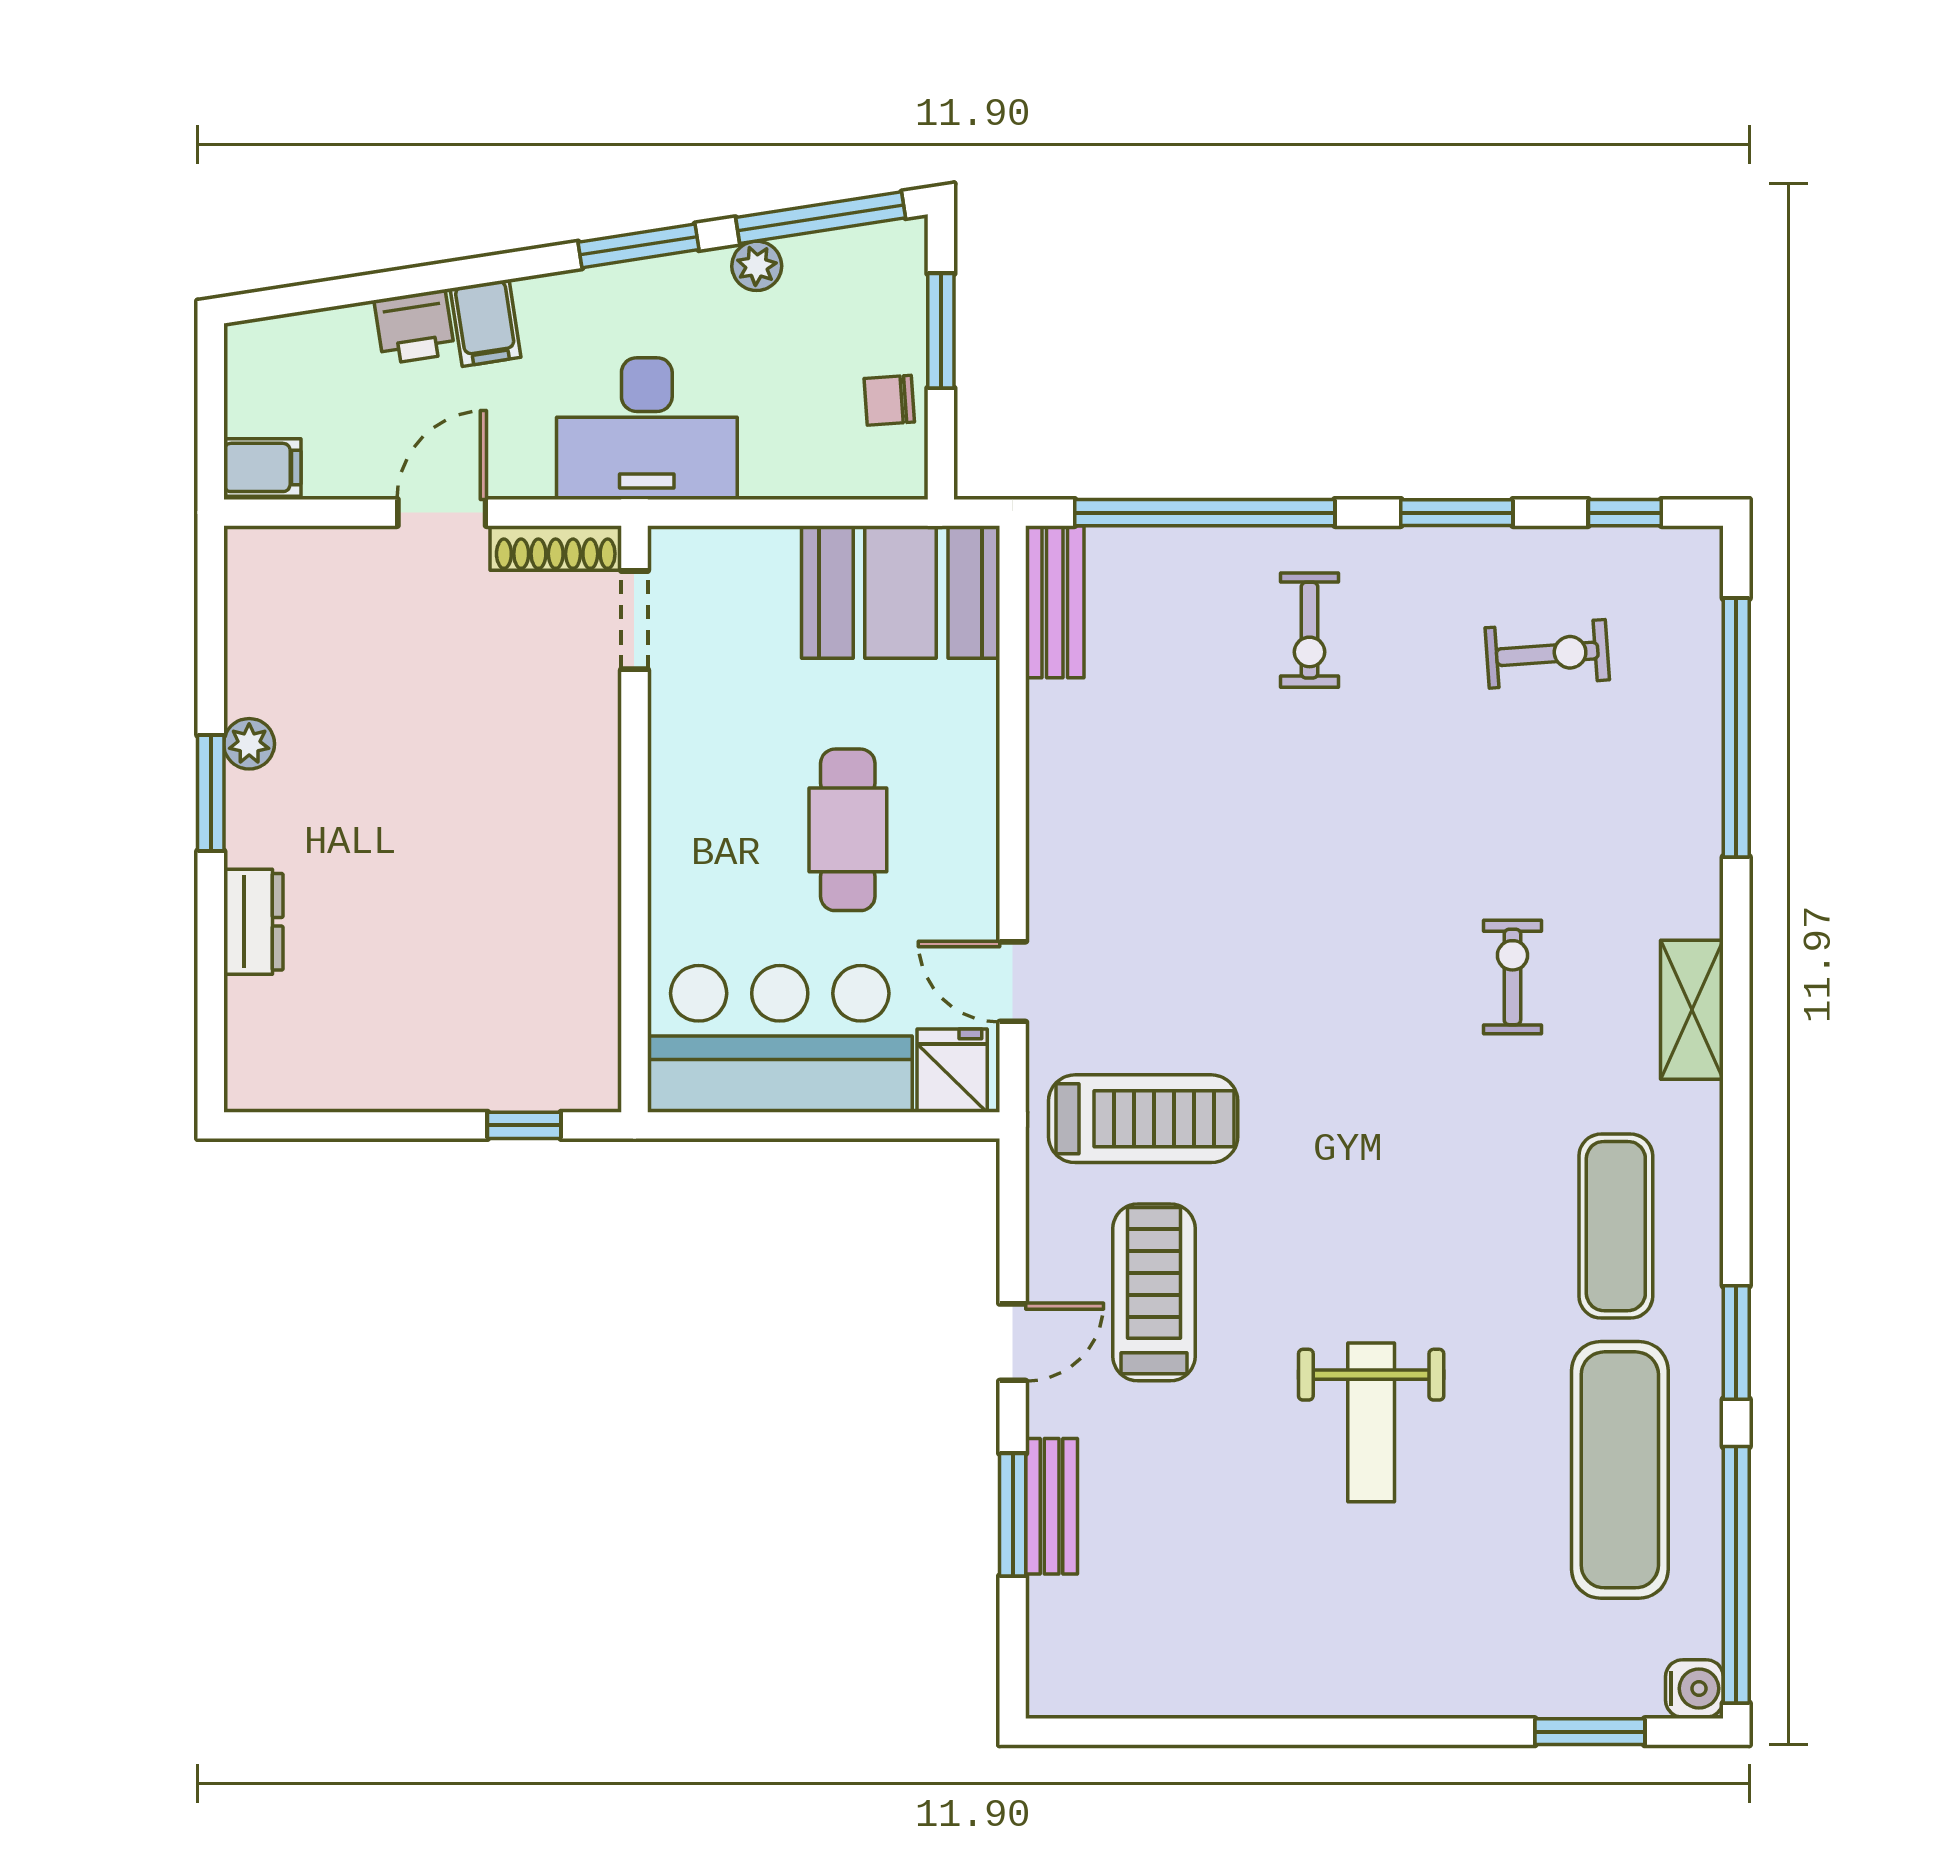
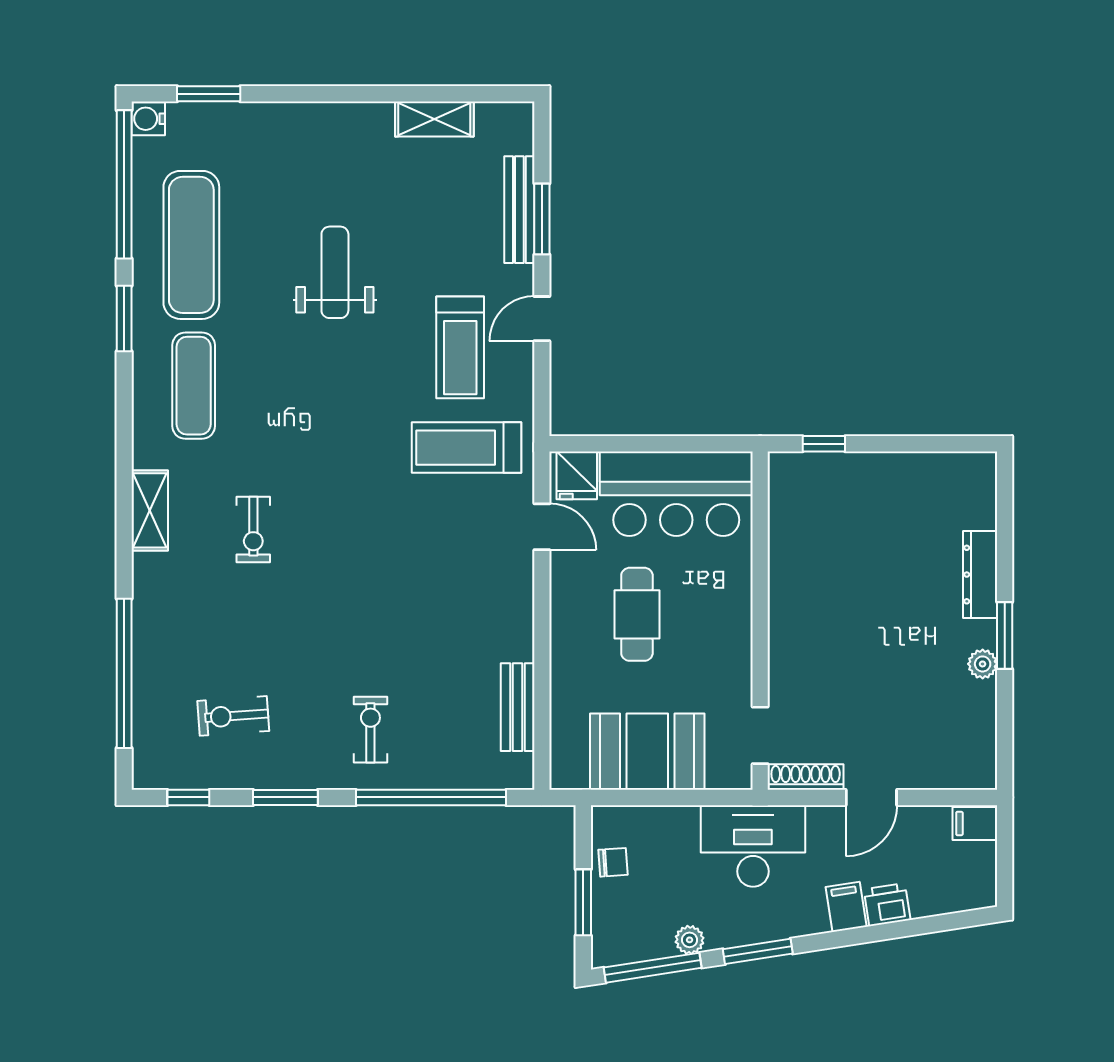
booth: (901, 592) -> (647, 752), moved
bench: (1055, 602) -> (518, 707), moved
dresser: (253, 922) -> (980, 575), width x1.44
bench: (1052, 1506) -> (519, 210), width x1.36
shelving: (1199, 1688) -> (434, 119), added

